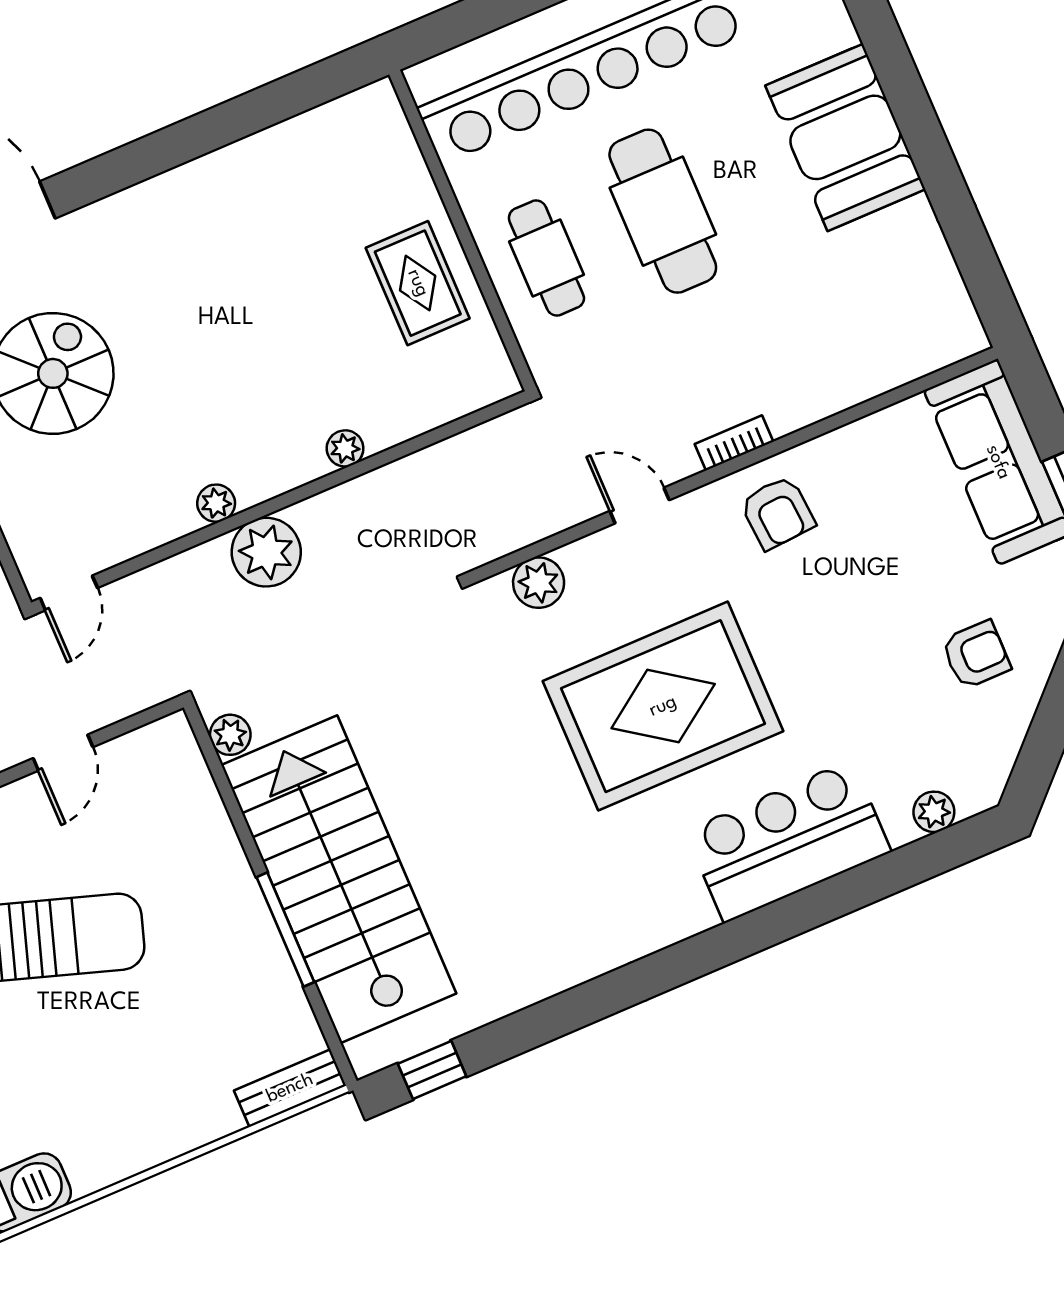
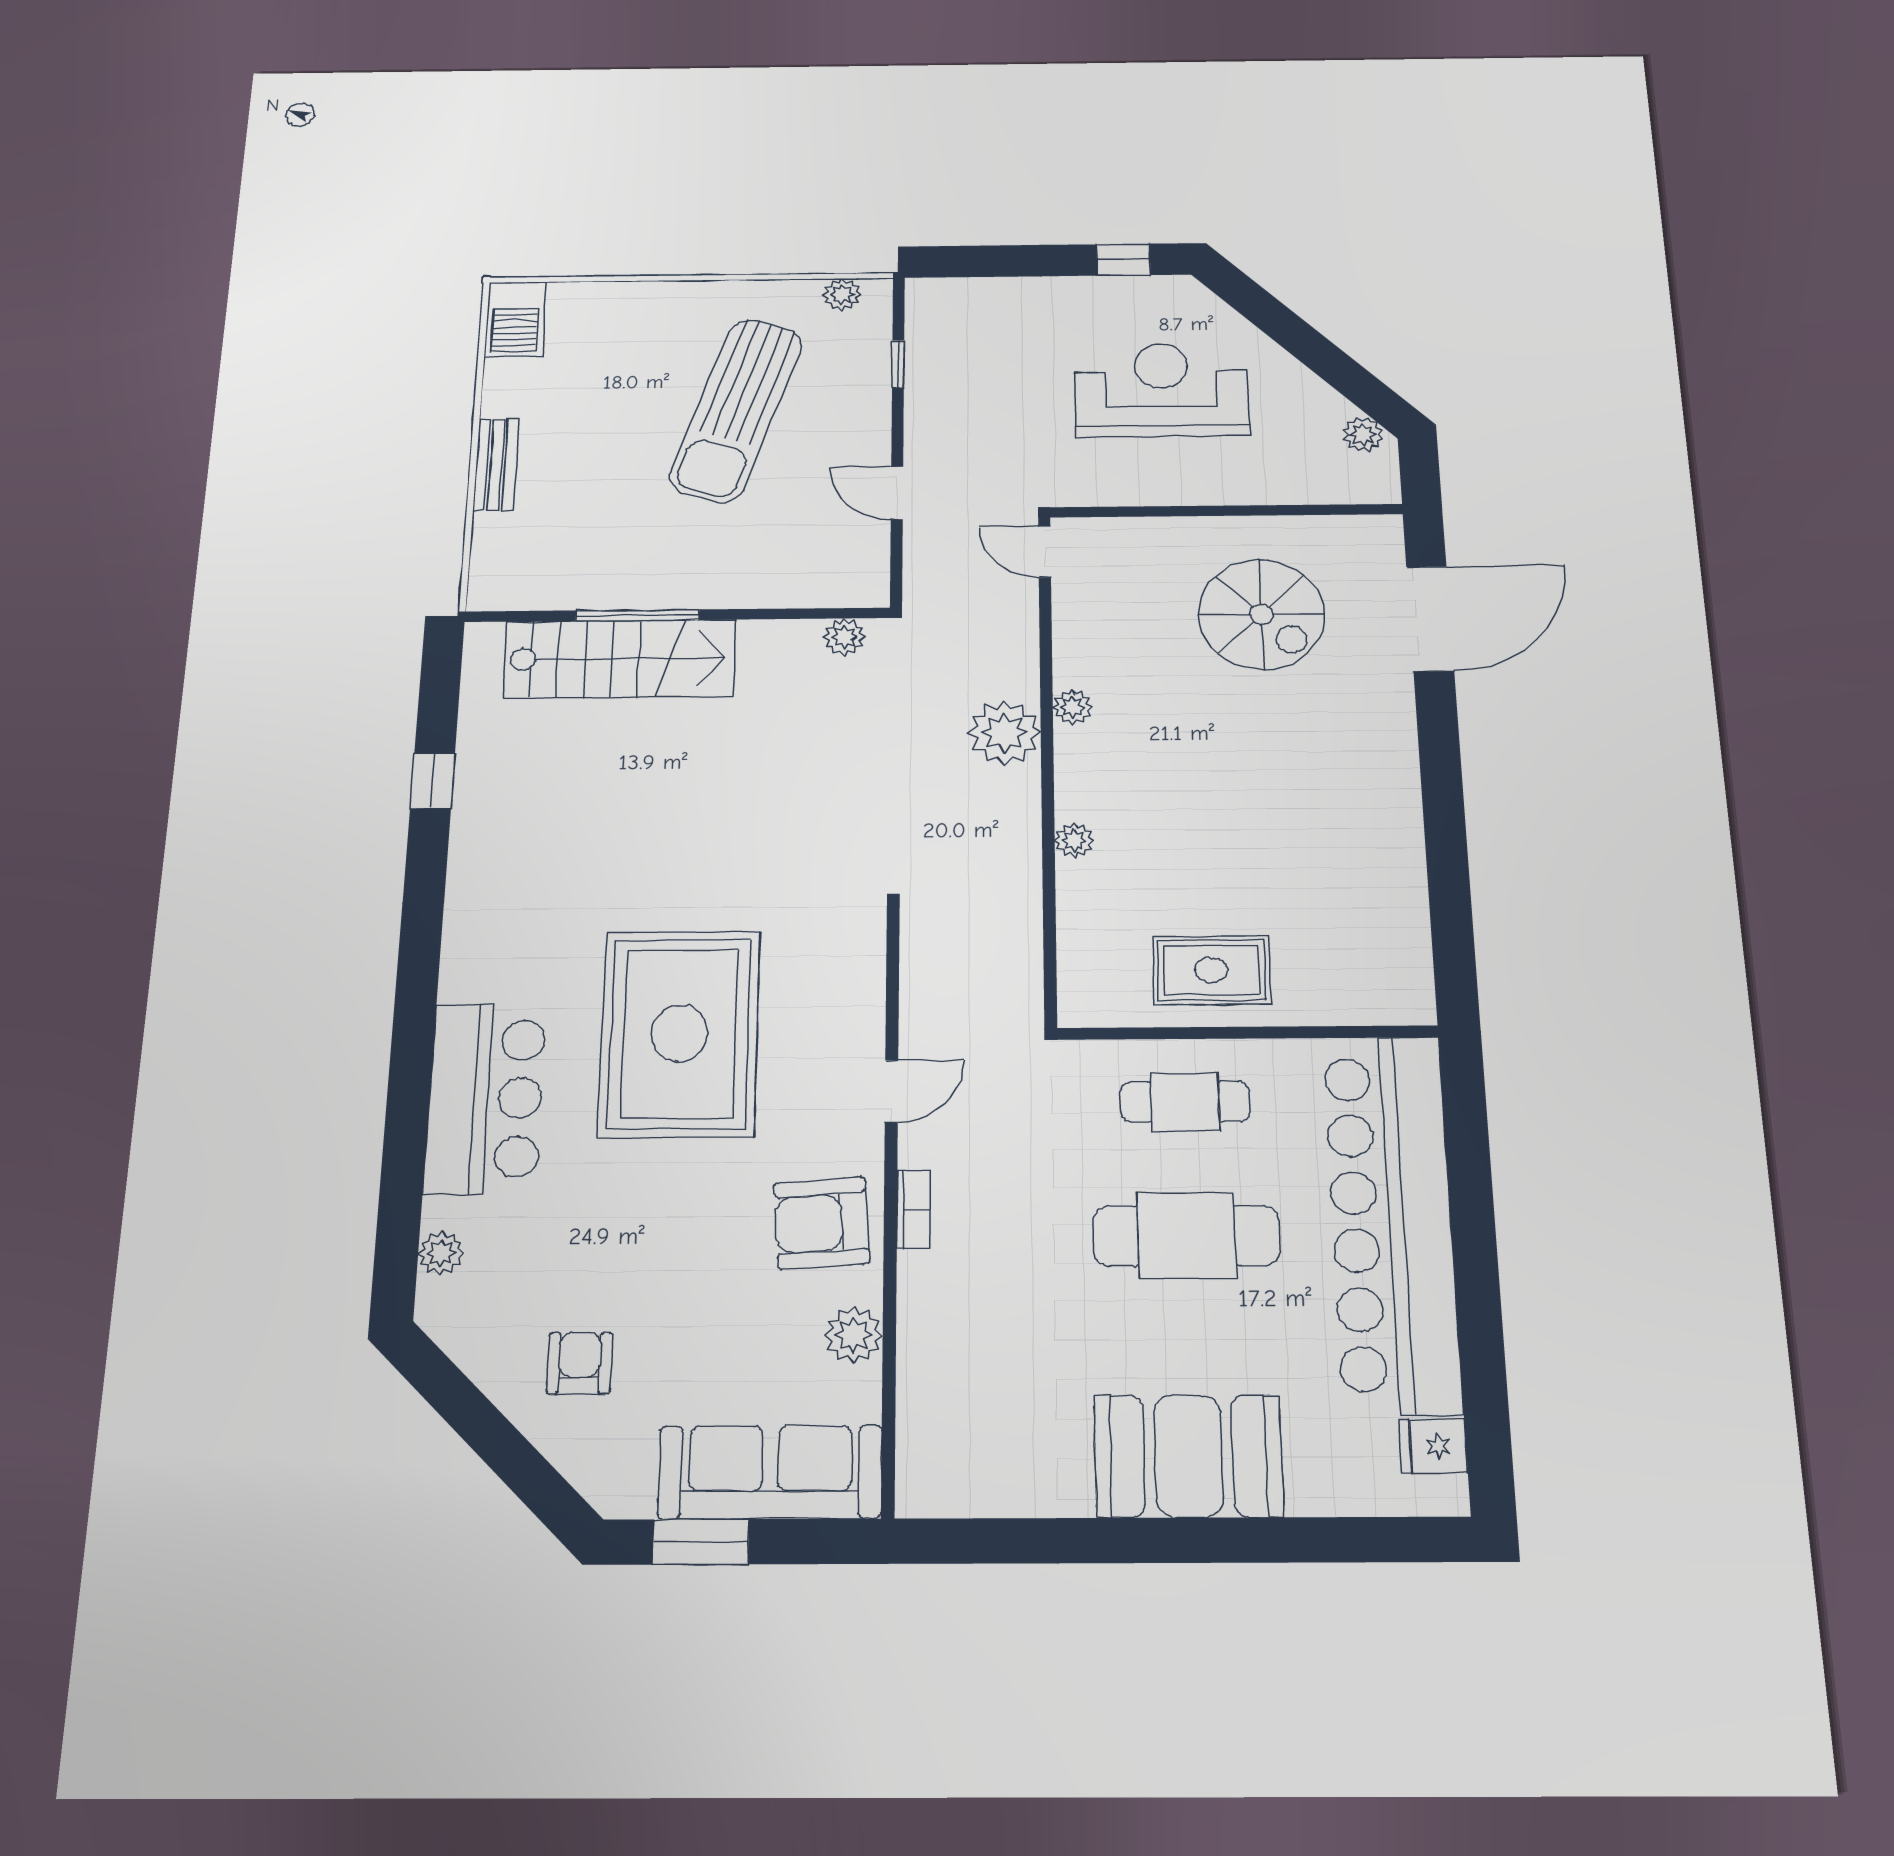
armchair: (777, 513) -> (822, 1223), width x1.38, depth x1.38
plant: (539, 583) -> (854, 1335), moved
armchair: (976, 655) -> (579, 1363), turned 180
stairs: (339, 879) -> (620, 659), width x0.73, depth x0.66
window: (432, 1070) -> (433, 781), moved
bench: (290, 1088) -> (496, 464), moved

